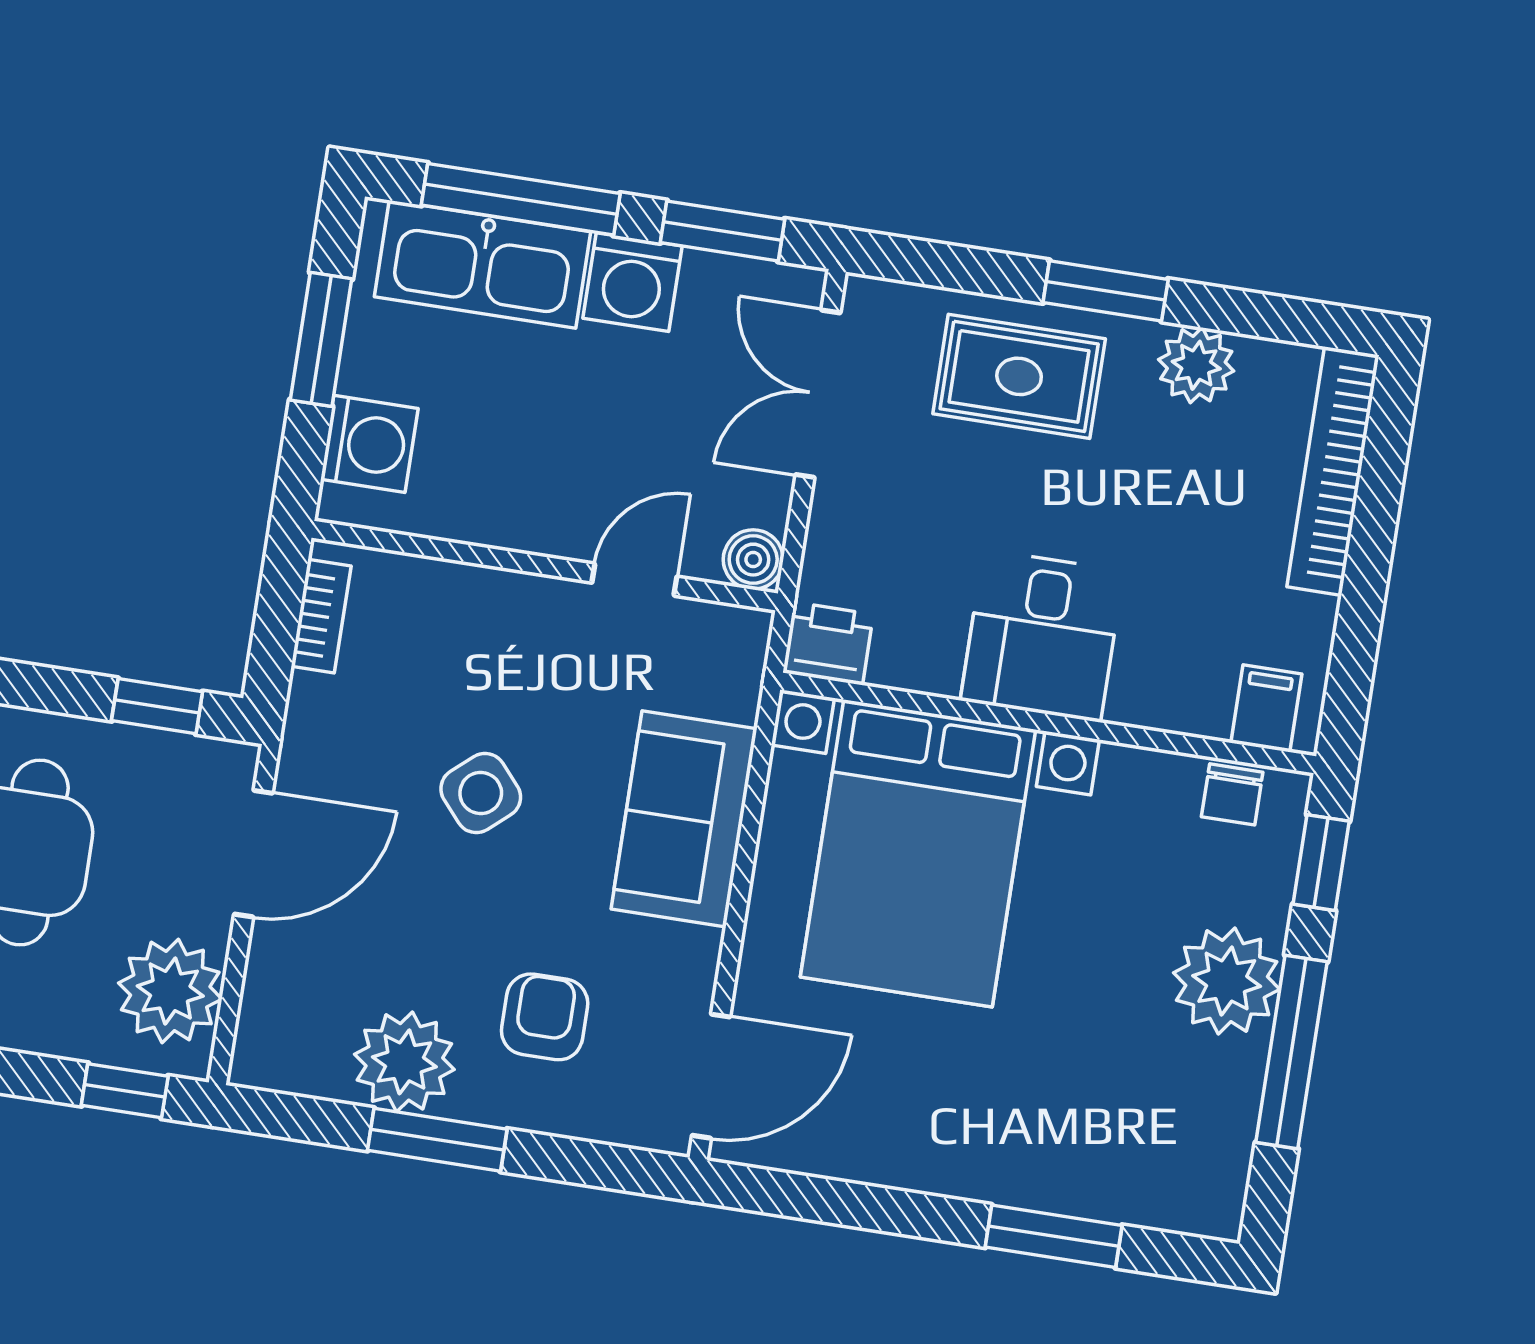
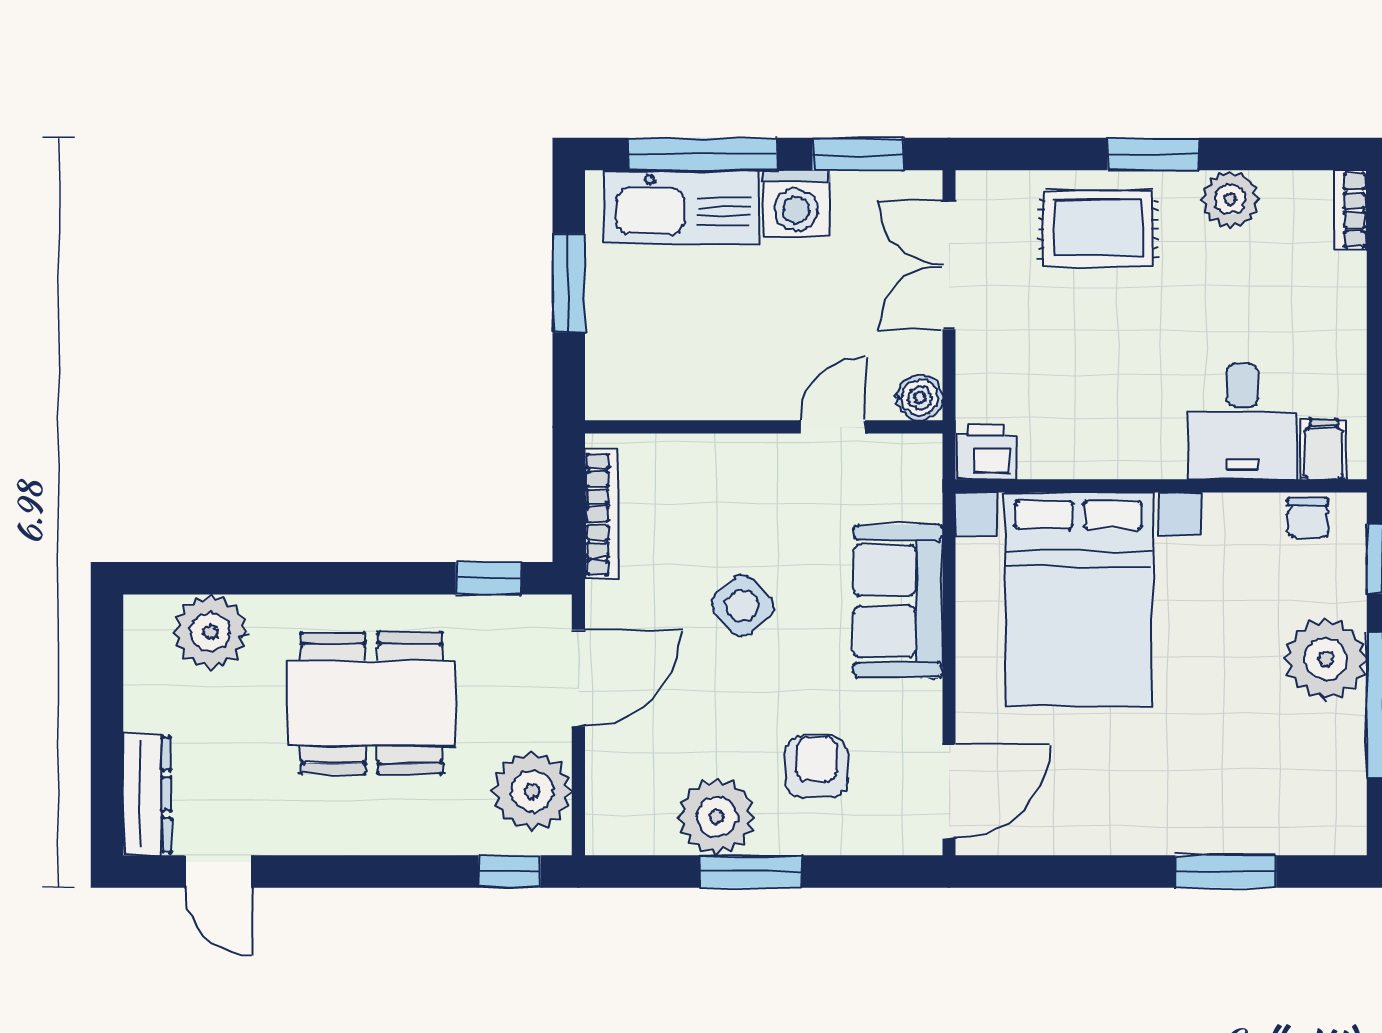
washing machine: (369, 444) -> (617, 356), removed
bookcase: (1333, 471) -> (1351, 210), width x0.43, depth x0.76
bookcase: (321, 616) -> (601, 515), width x1.56
desk: (1042, 636) -> (1242, 421), moved

